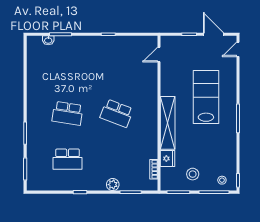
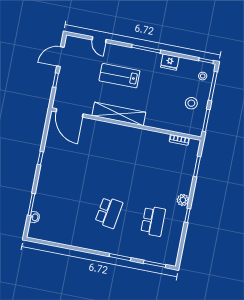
door: (238, 49) -> (99, 40), moved
door: (159, 55) -> (70, 113), width x1.87
lab bench: (206, 97) -> (119, 76), width x0.73, depth x0.72
school desk: (117, 113) -> (118, 165), removed
shelving: (168, 123) -> (119, 114), moved
fridge: (168, 158) -> (170, 62), moved, turned 180
plant: (113, 185) -> (183, 200), moved

